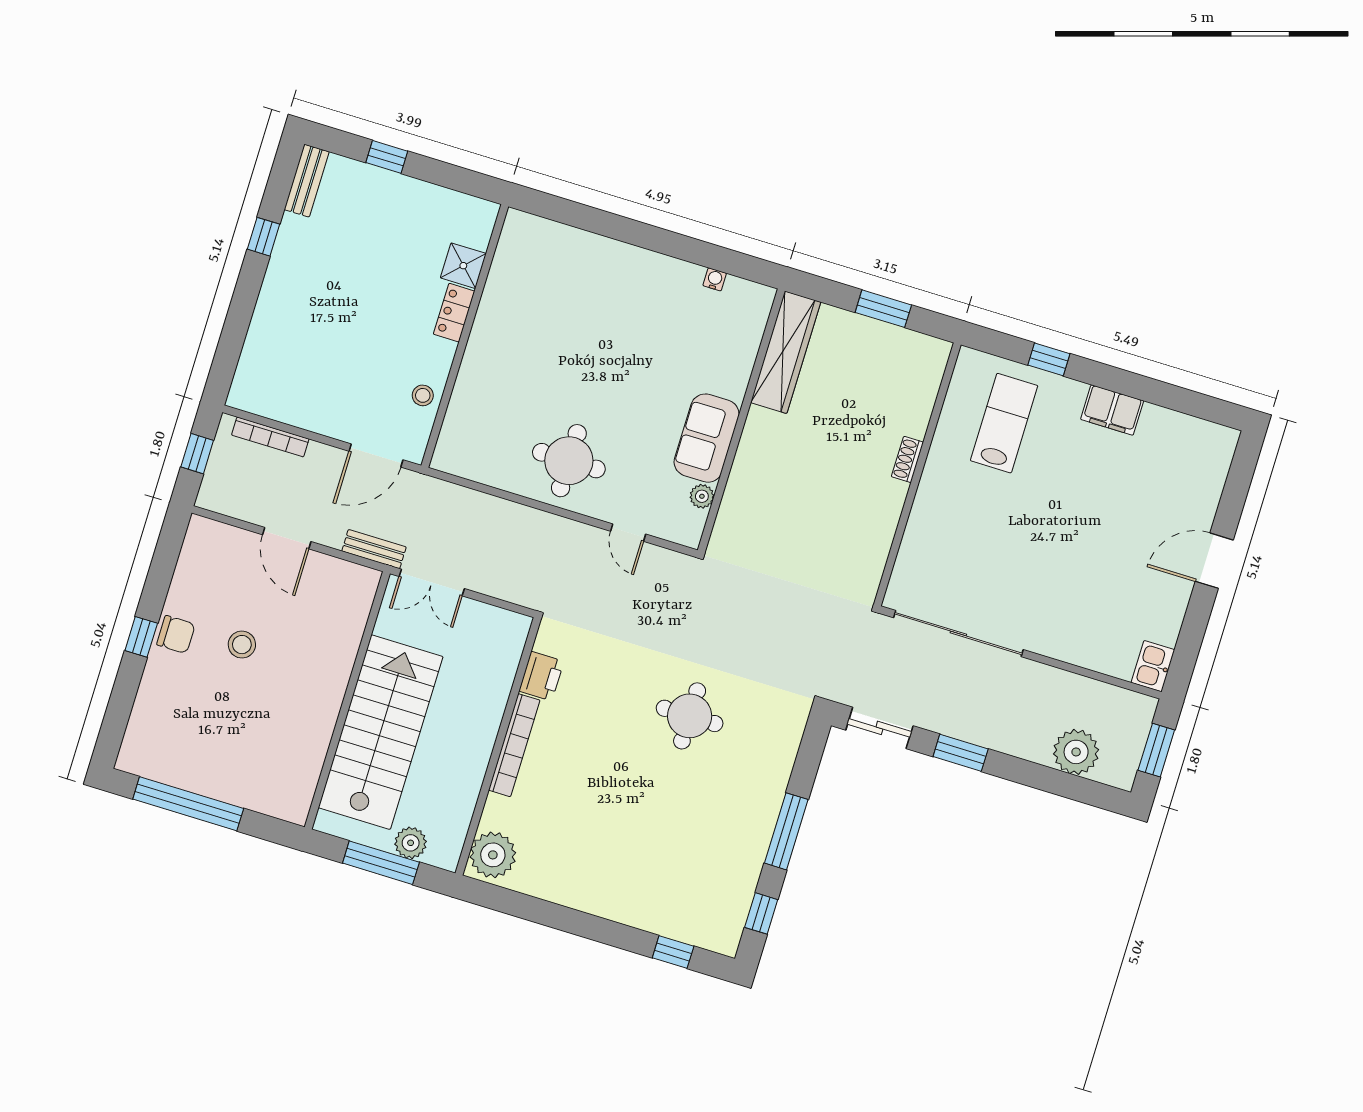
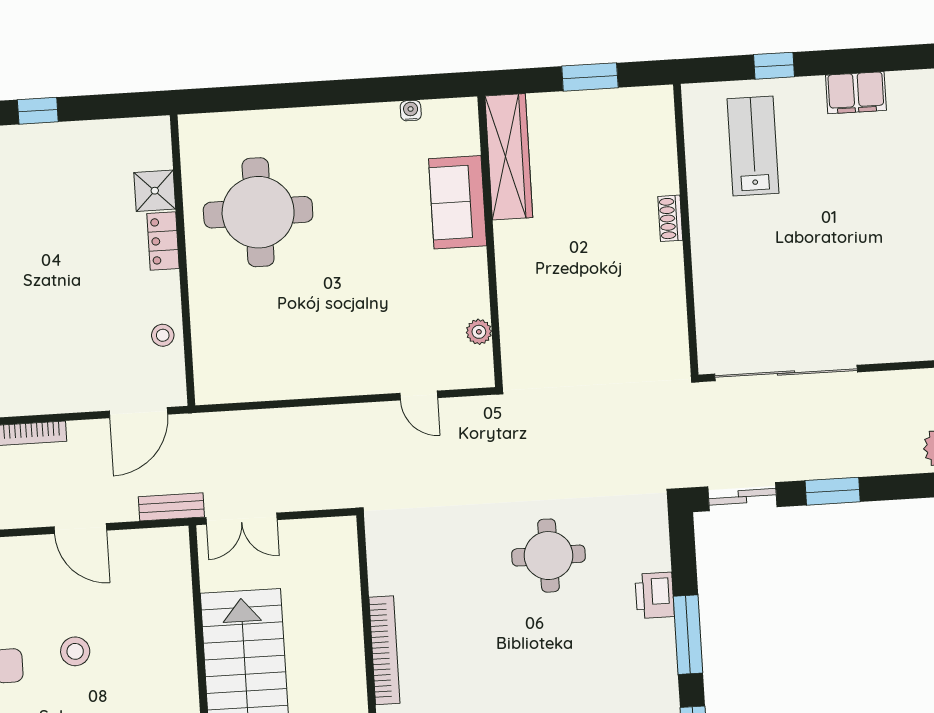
sofa: (707, 438) -> (458, 202), moved
round table: (569, 461) -> (258, 212), moved, width x1.36, depth x1.36
printer: (541, 676) -> (655, 595), moved, turned 180

